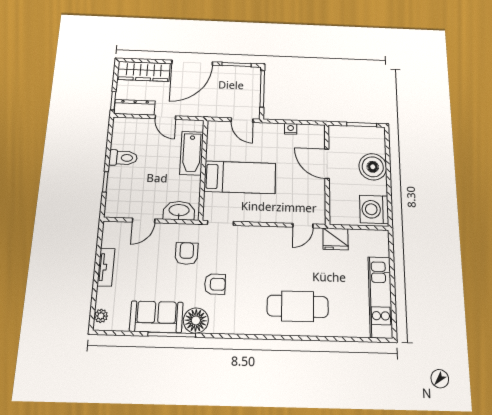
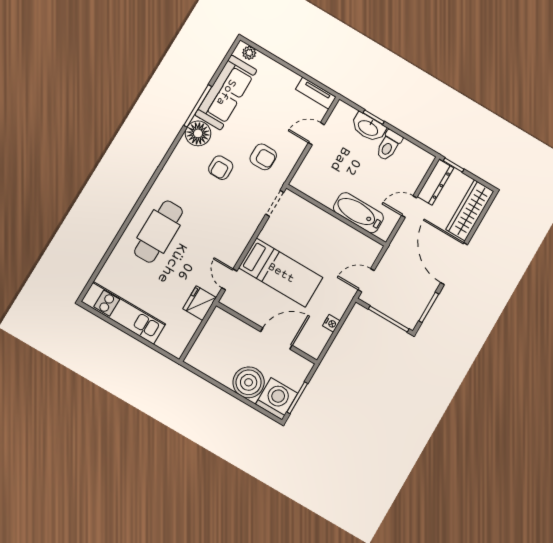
bed: (240, 177) -> (281, 273), moved, turned -90
washing machine: (374, 209) -> (277, 399), moved
washbasin: (179, 211) -> (368, 128), moved, turned 90
door: (144, 221) -> (316, 134), hinge flipped
tv unit: (106, 267) -> (316, 93), moved
sofa: (156, 317) -> (226, 92), width x1.36

